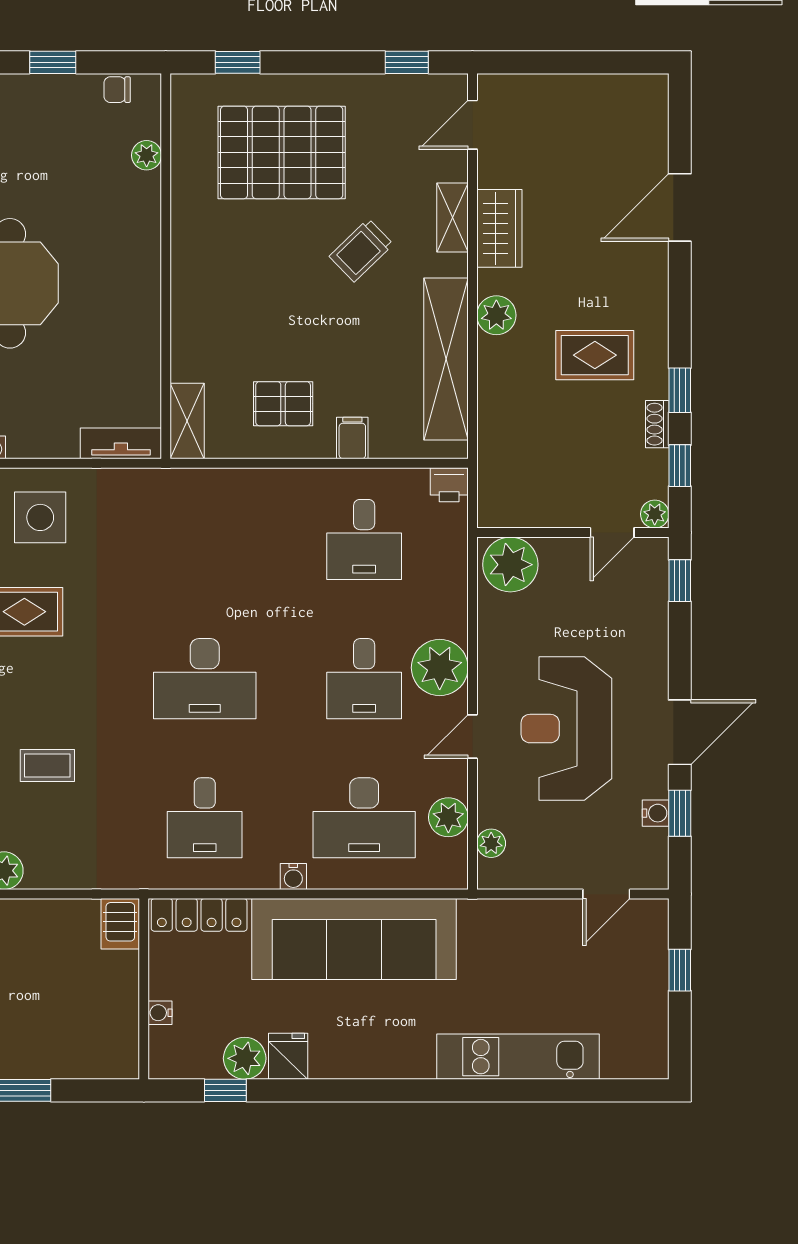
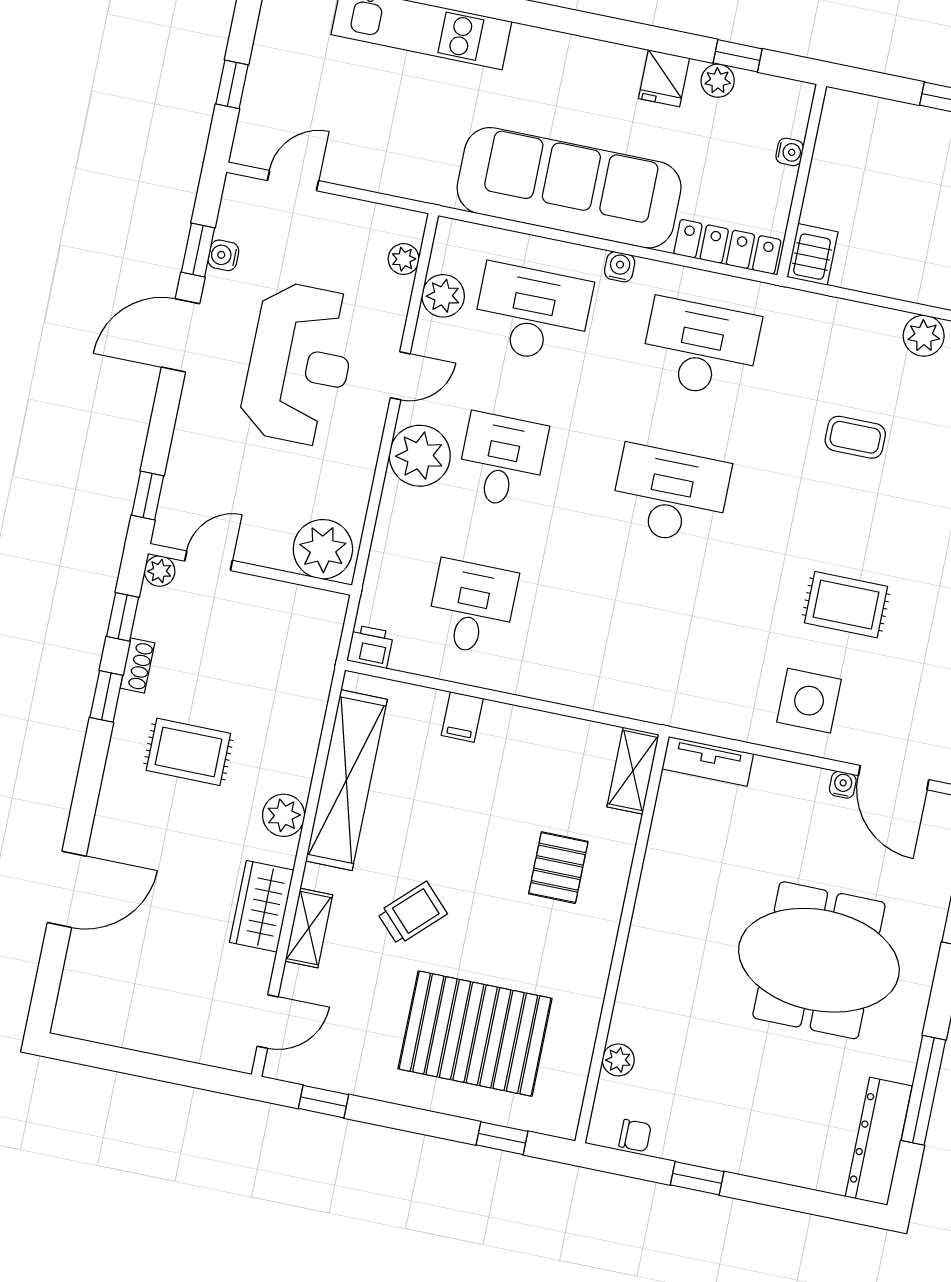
pallet: (283, 404) -> (558, 868), moved, turned 90
desk: (205, 818) -> (700, 348), width x1.37
plant: (245, 1058) -> (718, 81), width x0.73, depth x0.73

